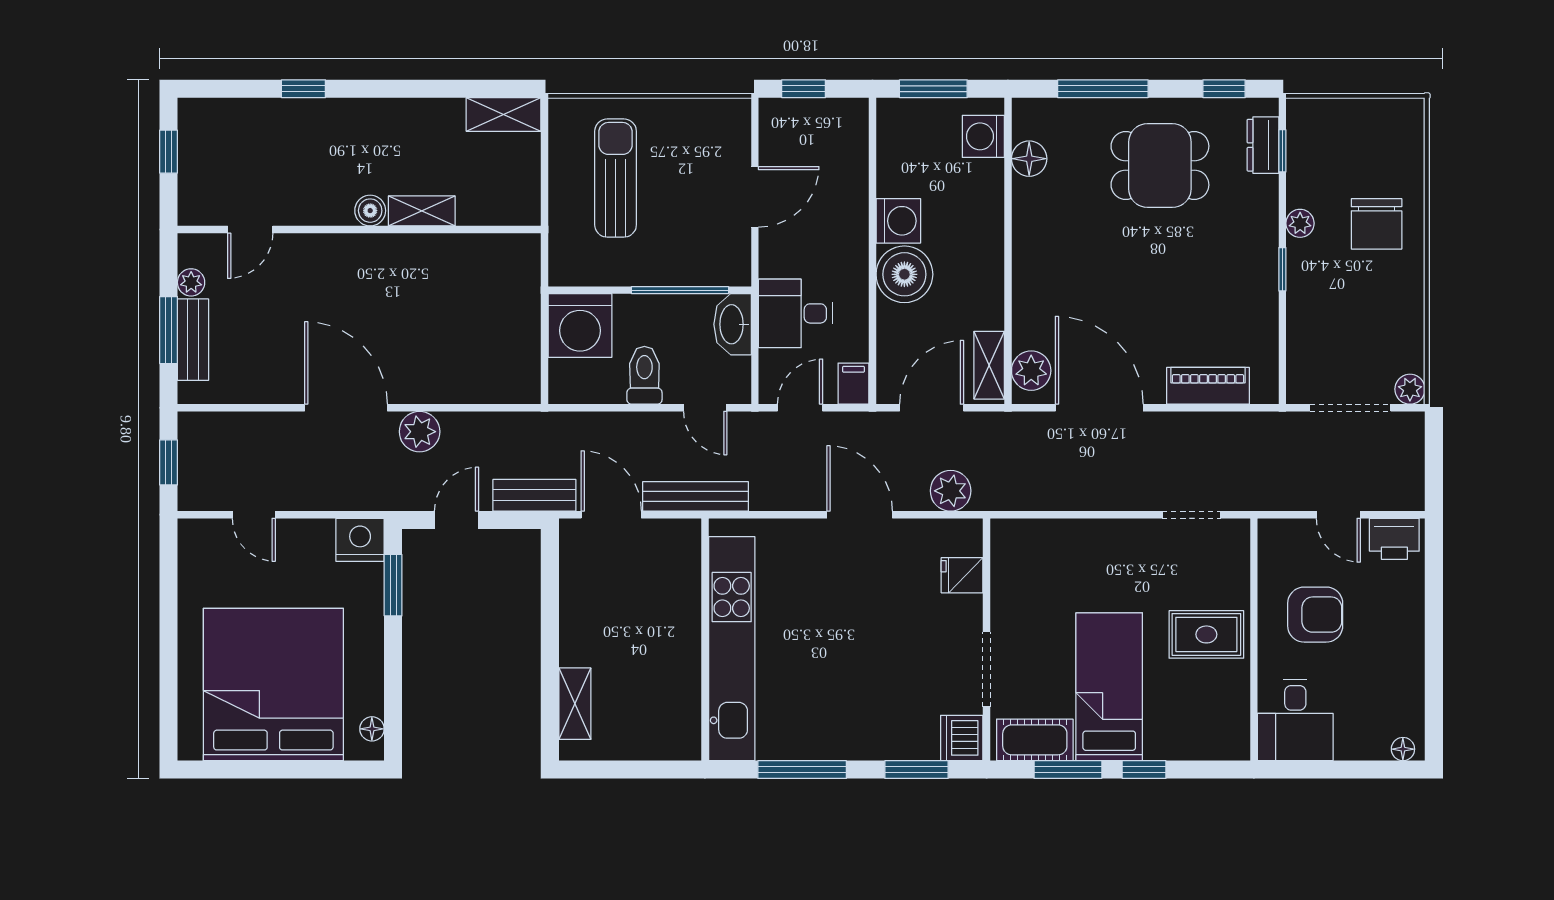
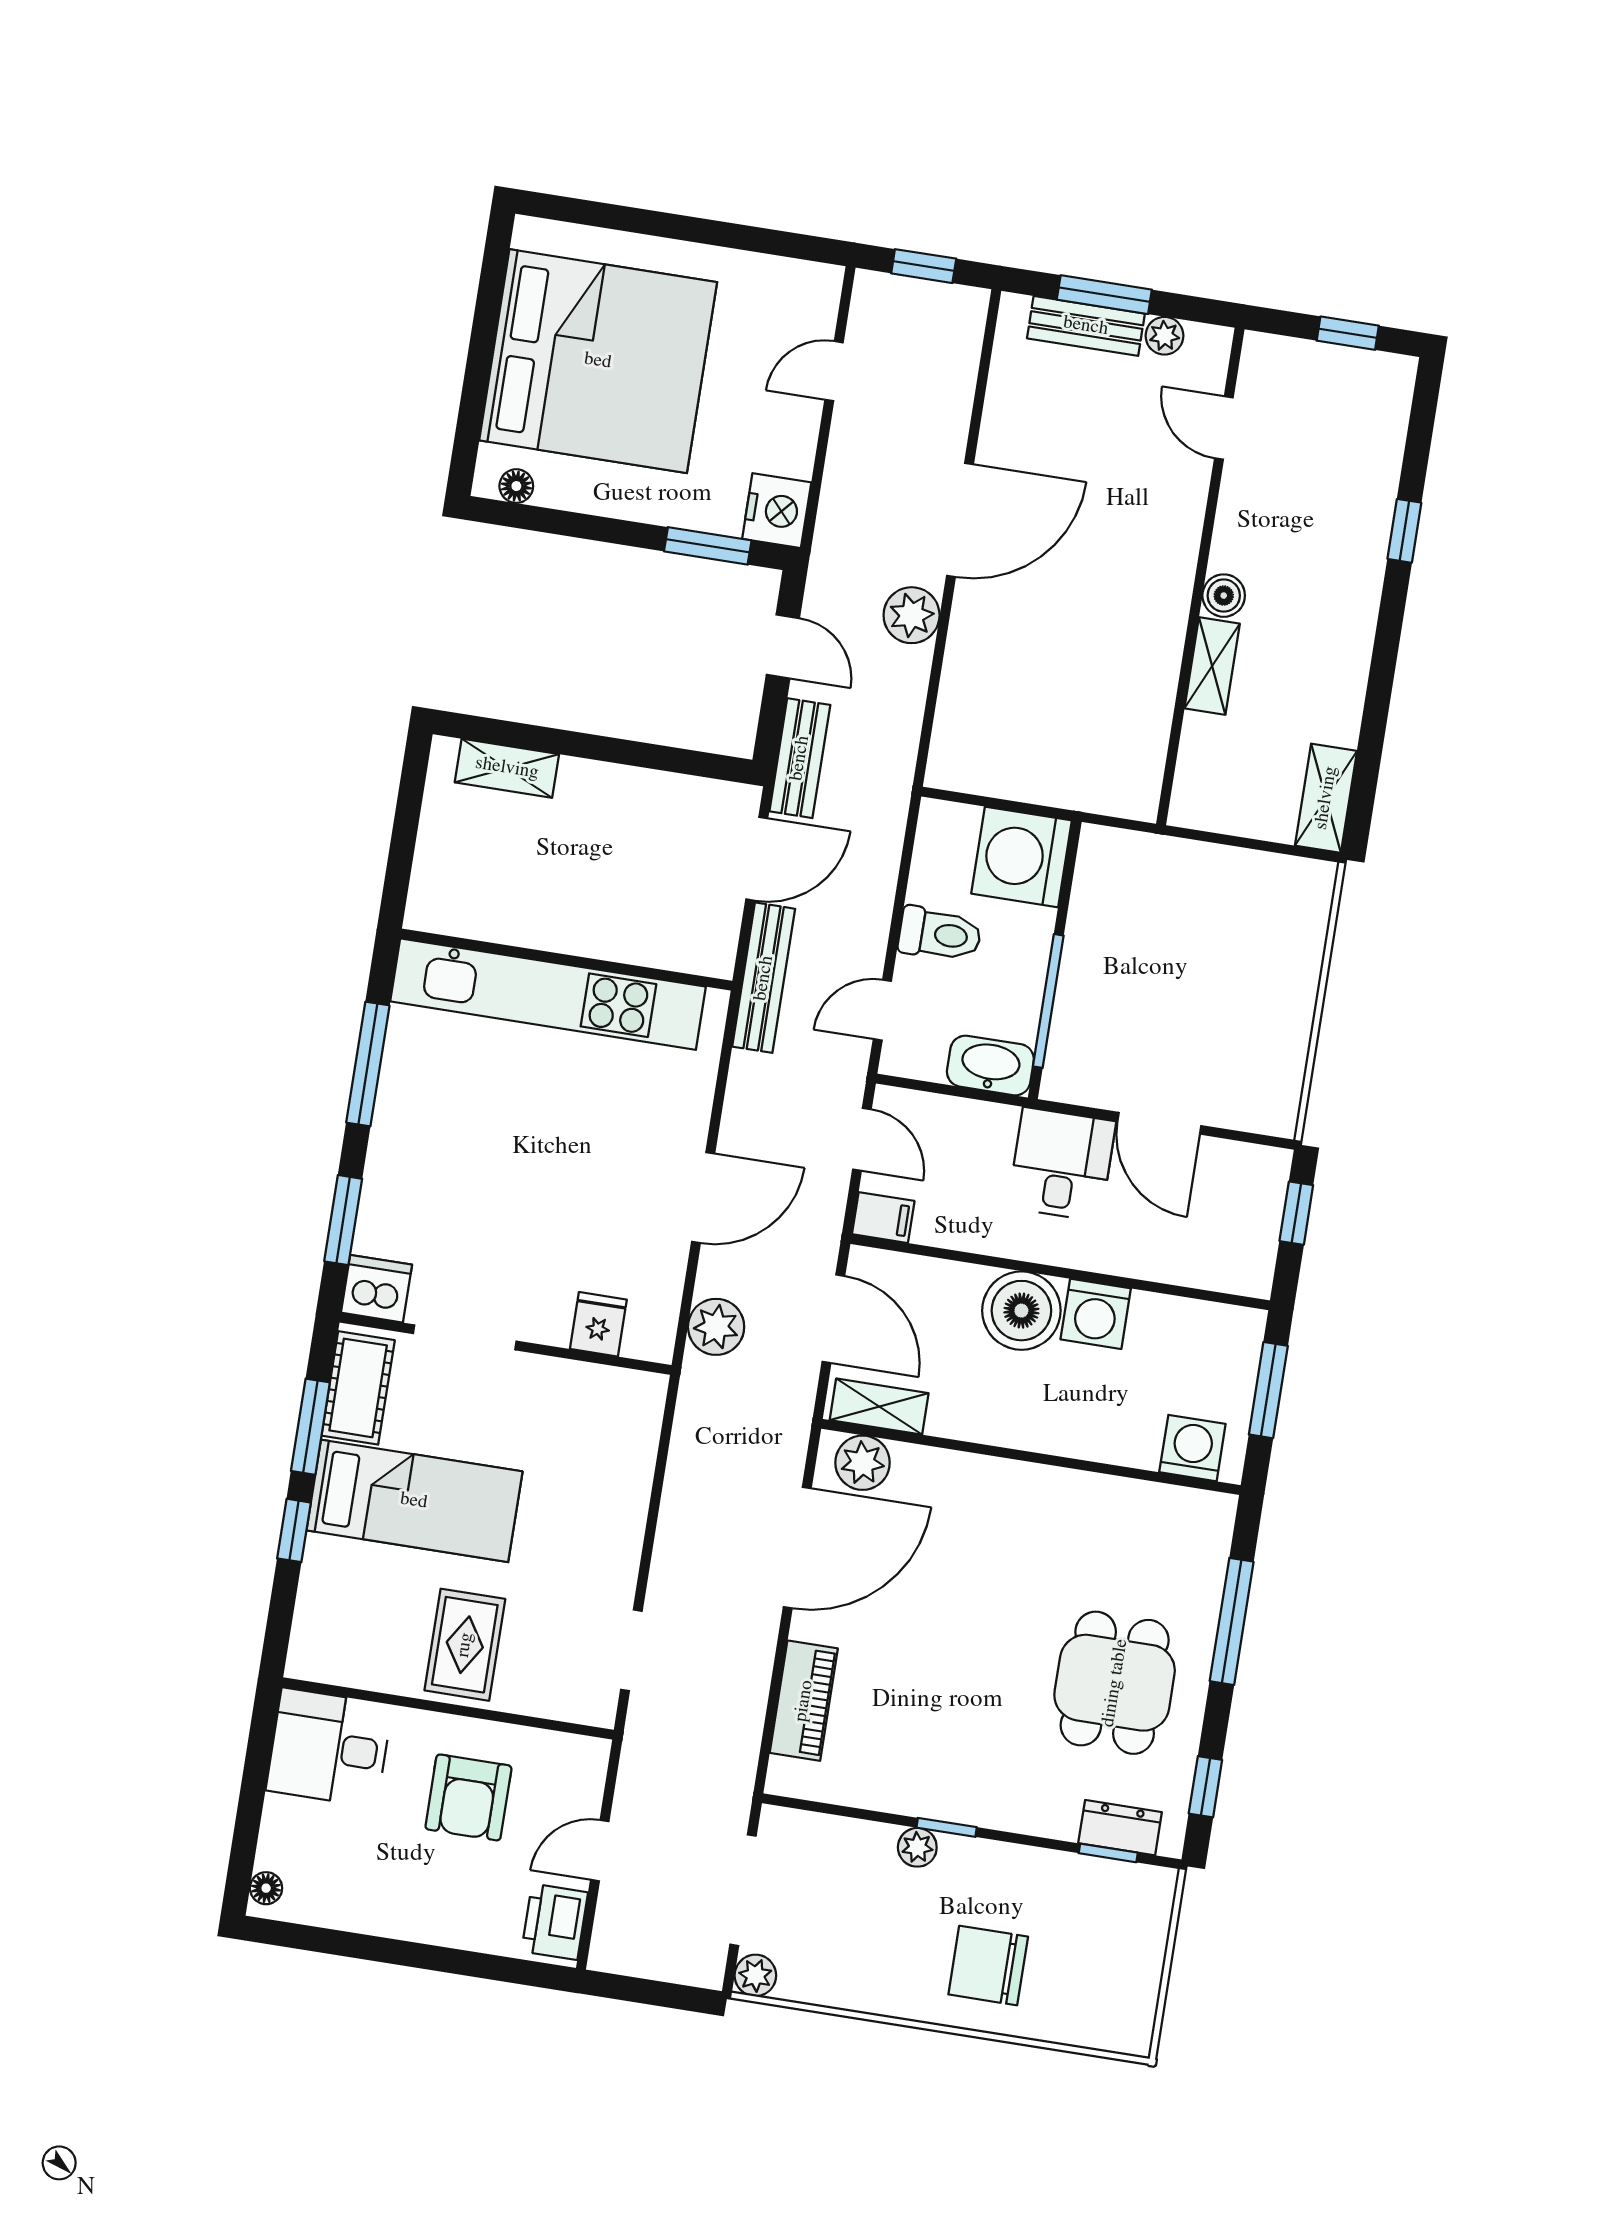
floor lamp: (1029, 159) -> (1152, 1506), removed
sun lounger: (616, 178) -> (1215, 937), removed
plant: (1300, 223) -> (917, 1847), moved
desk: (795, 313) -> (1062, 1164), moved

